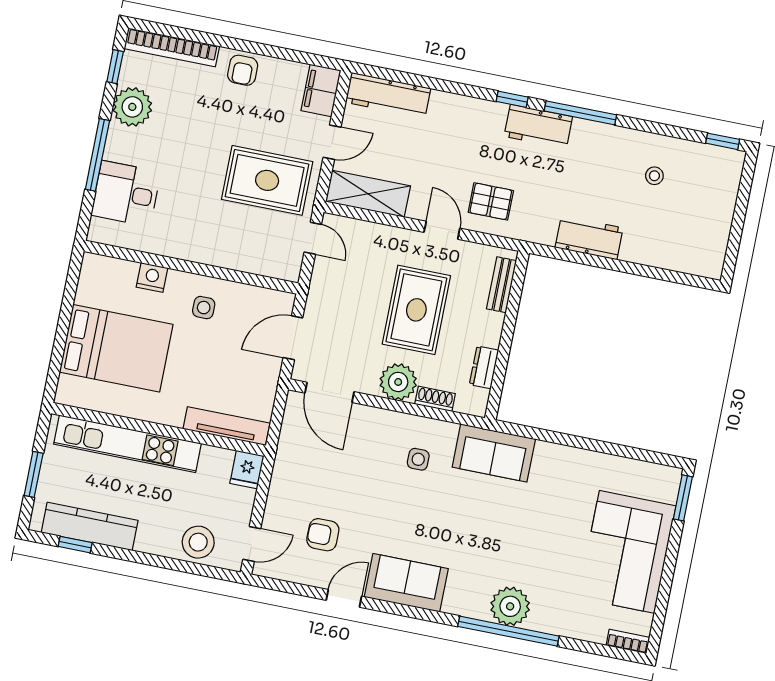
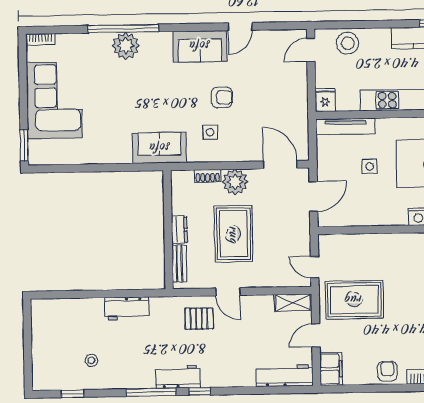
window: (723, 141) -> (73, 394), moved
shelving: (368, 194) -> (293, 303), width x0.67, depth x0.75
side table: (204, 308) -> (369, 166), moved
dresser: (484, 367) -> (179, 230), moved
armchair: (323, 535) -> (222, 97), moved

